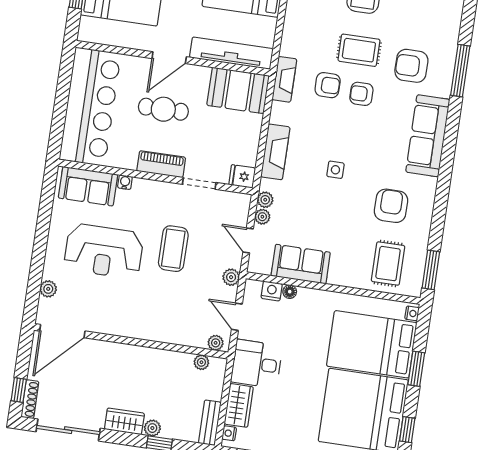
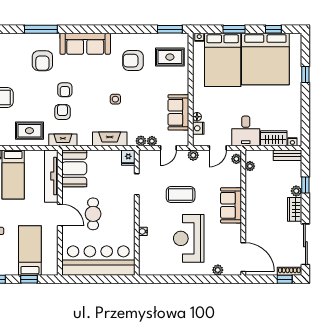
rug: (359, 50) -> (29, 131), moved, turned 90
piano: (161, 164) -> (128, 210), removed
sofa: (88, 186) -> (231, 205), moved, turned 180
reception desk: (104, 251) -> (189, 238), turned 180

